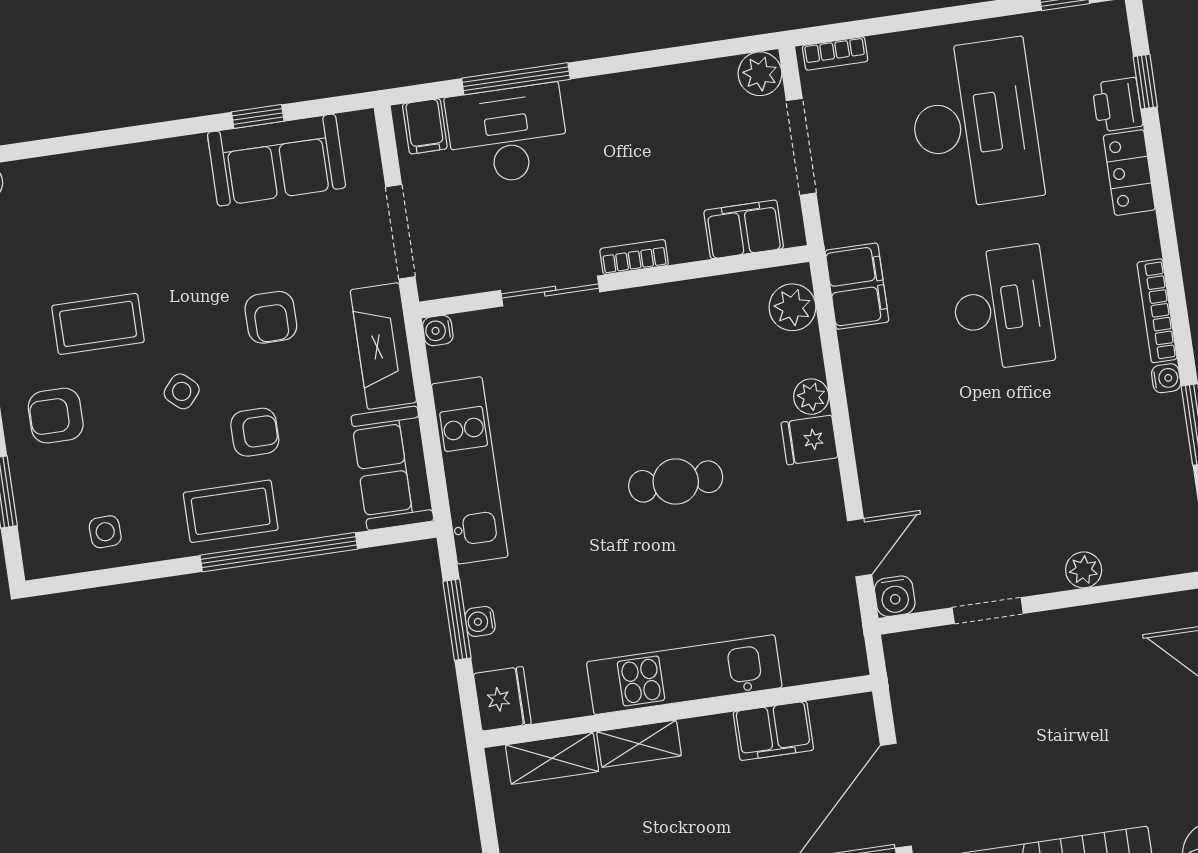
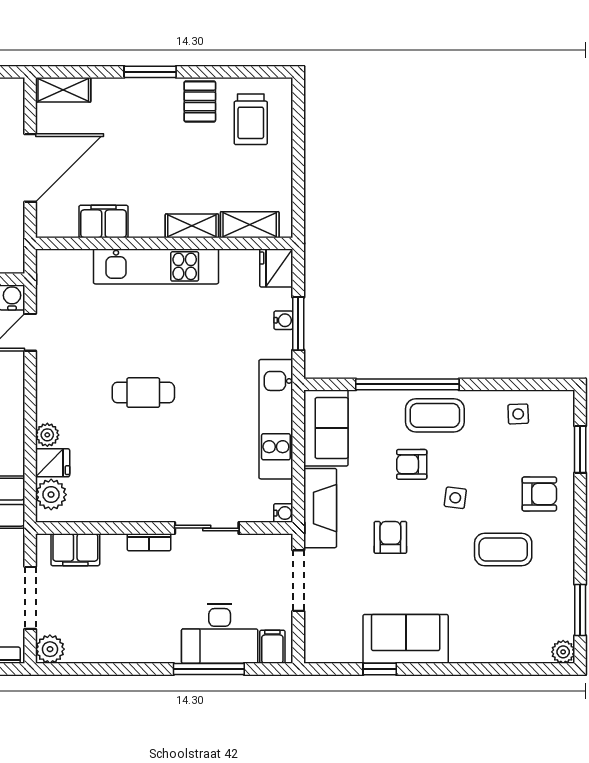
sofa: (277, 160) -> (406, 639), moved
side table: (182, 391) -> (455, 498), turned -35
fridge: (809, 440) -> (53, 463), moved

